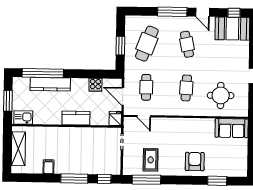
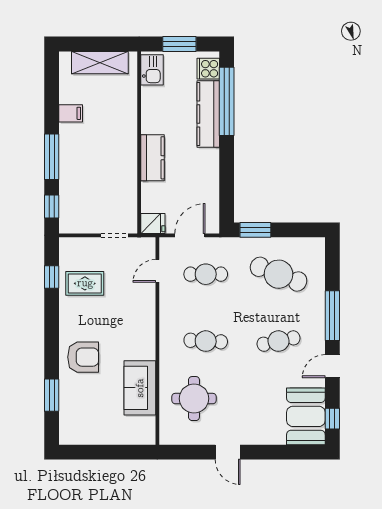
window: (120, 46) -> (255, 230), moved
cooker: (95, 85) -> (208, 69), moved
sofa: (232, 128) -> (140, 388), moved
window: (146, 180) -> (52, 277), width x0.46

